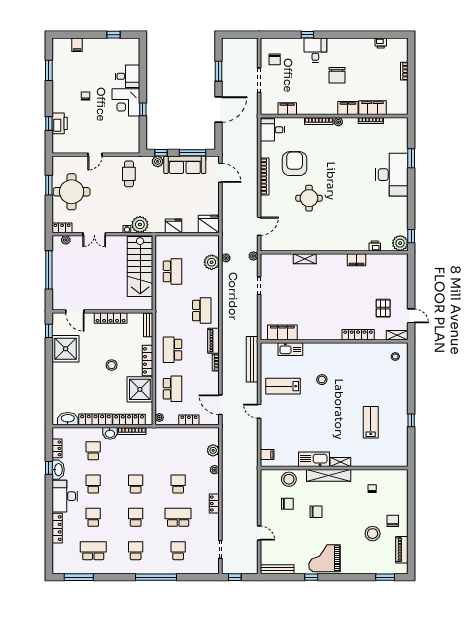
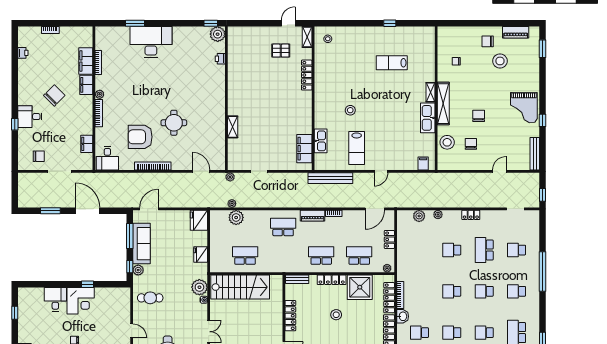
chair: (337, 75) -> (54, 95), turned -45
filing cabinet: (356, 260) -> (234, 77), removed
school desk: (172, 350) -> (321, 255), turned 180

